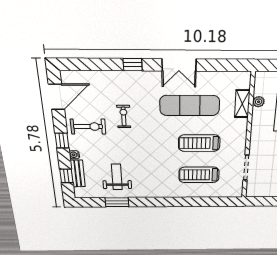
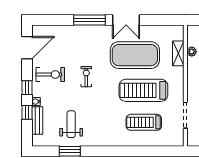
window: (133, 65) -> (90, 20), width x2.17
exercise mat: (190, 105) -> (135, 55), width x1.47
exercise bike: (124, 116) -> (86, 77), moved
treadmill: (199, 143) -> (143, 90), width x1.37, depth x1.38
window: (66, 176) -> (27, 112), moved

